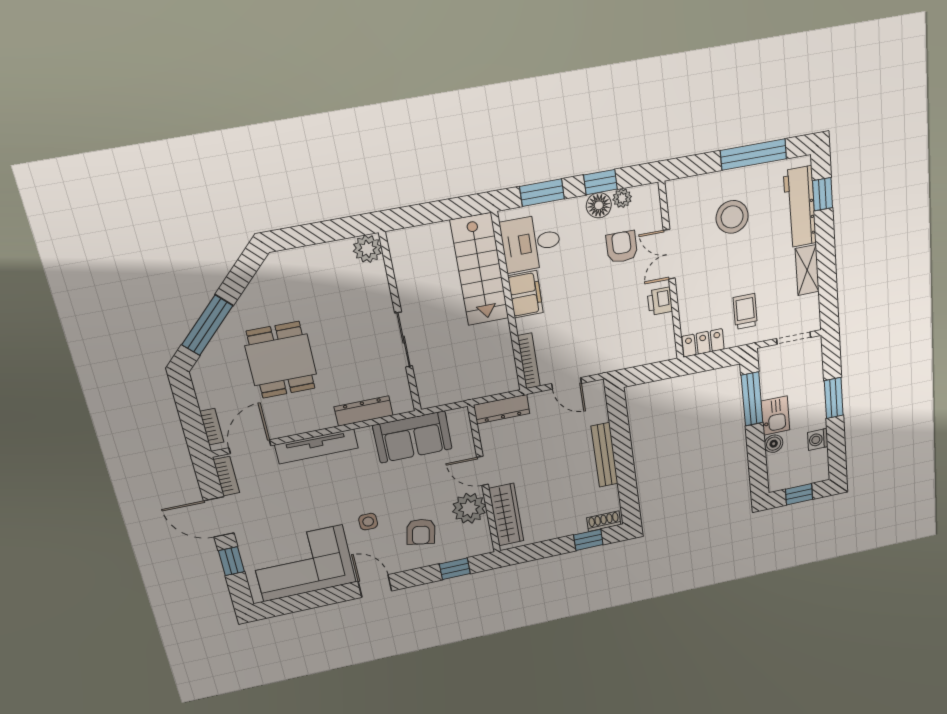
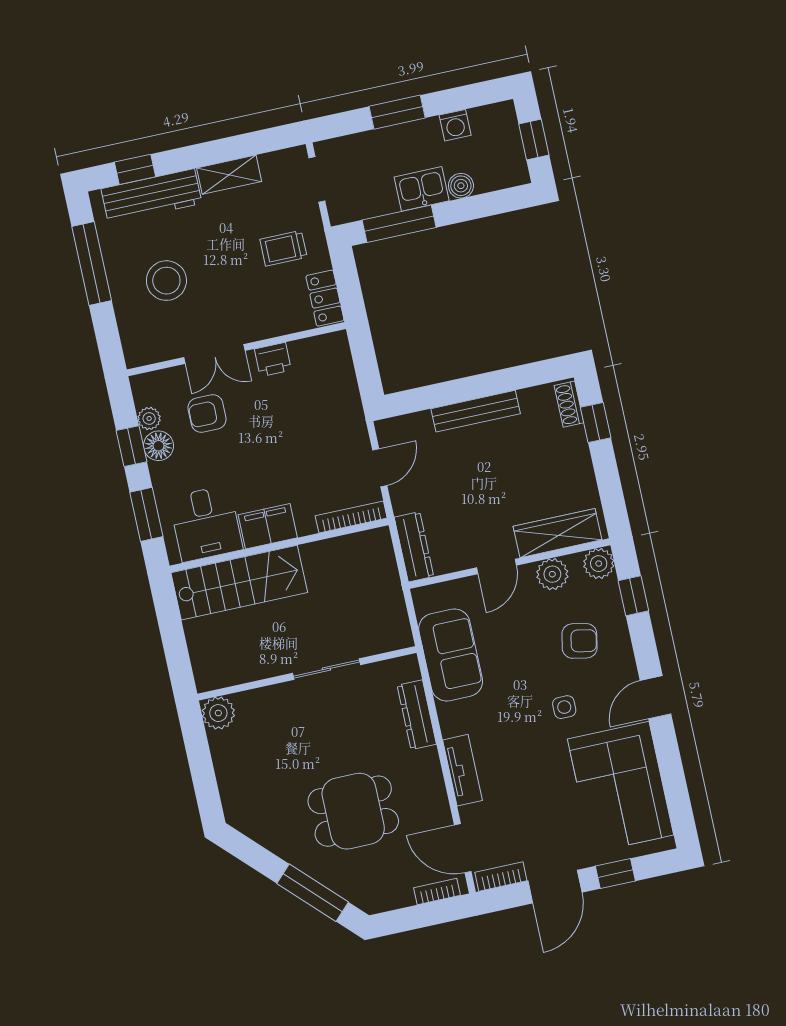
tv unit: (317, 446) -> (463, 770), width x0.71
plant: (469, 508) -> (552, 574), width x0.73, depth x0.73
plant: (481, 544) -> (599, 564), added

